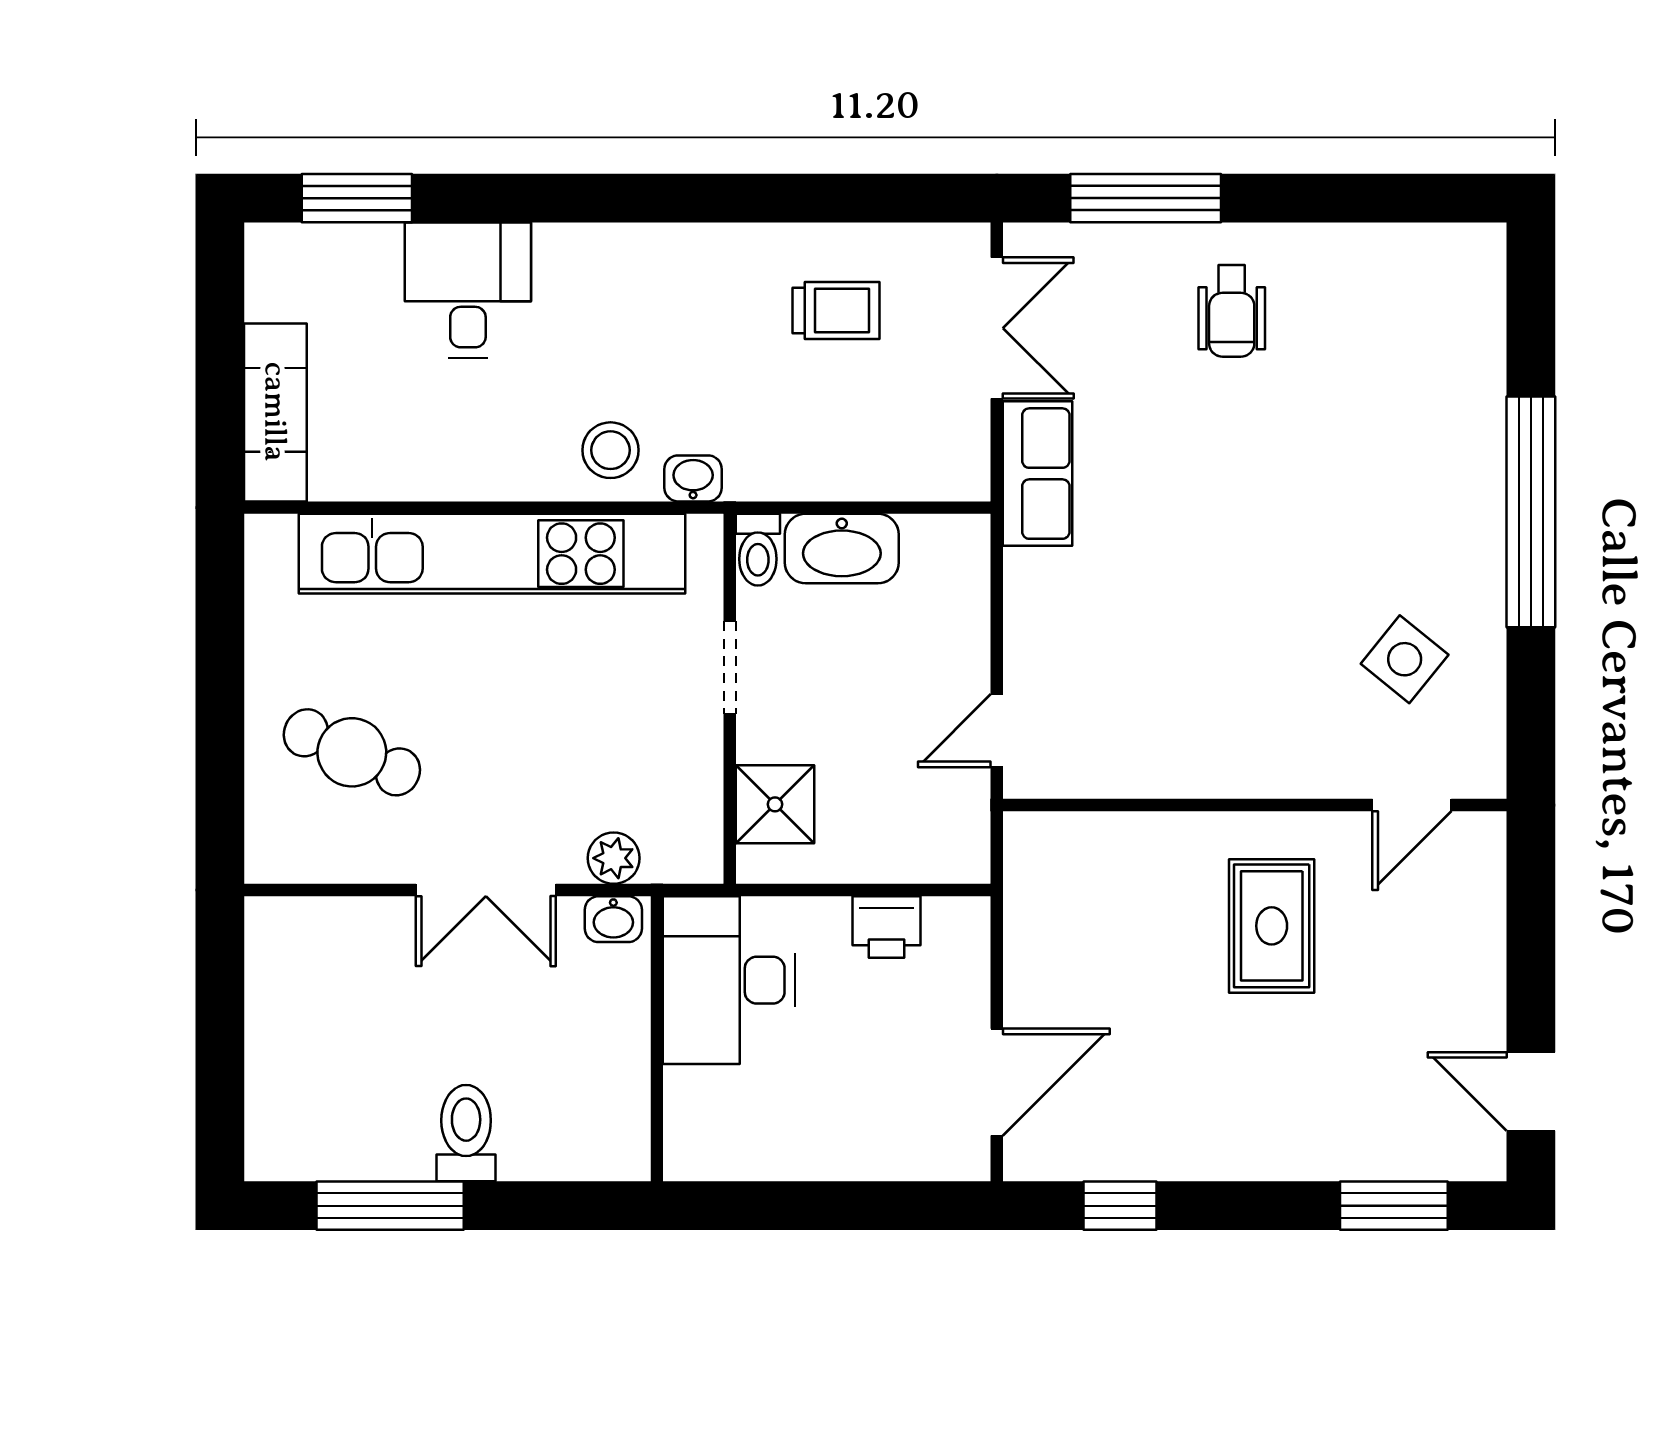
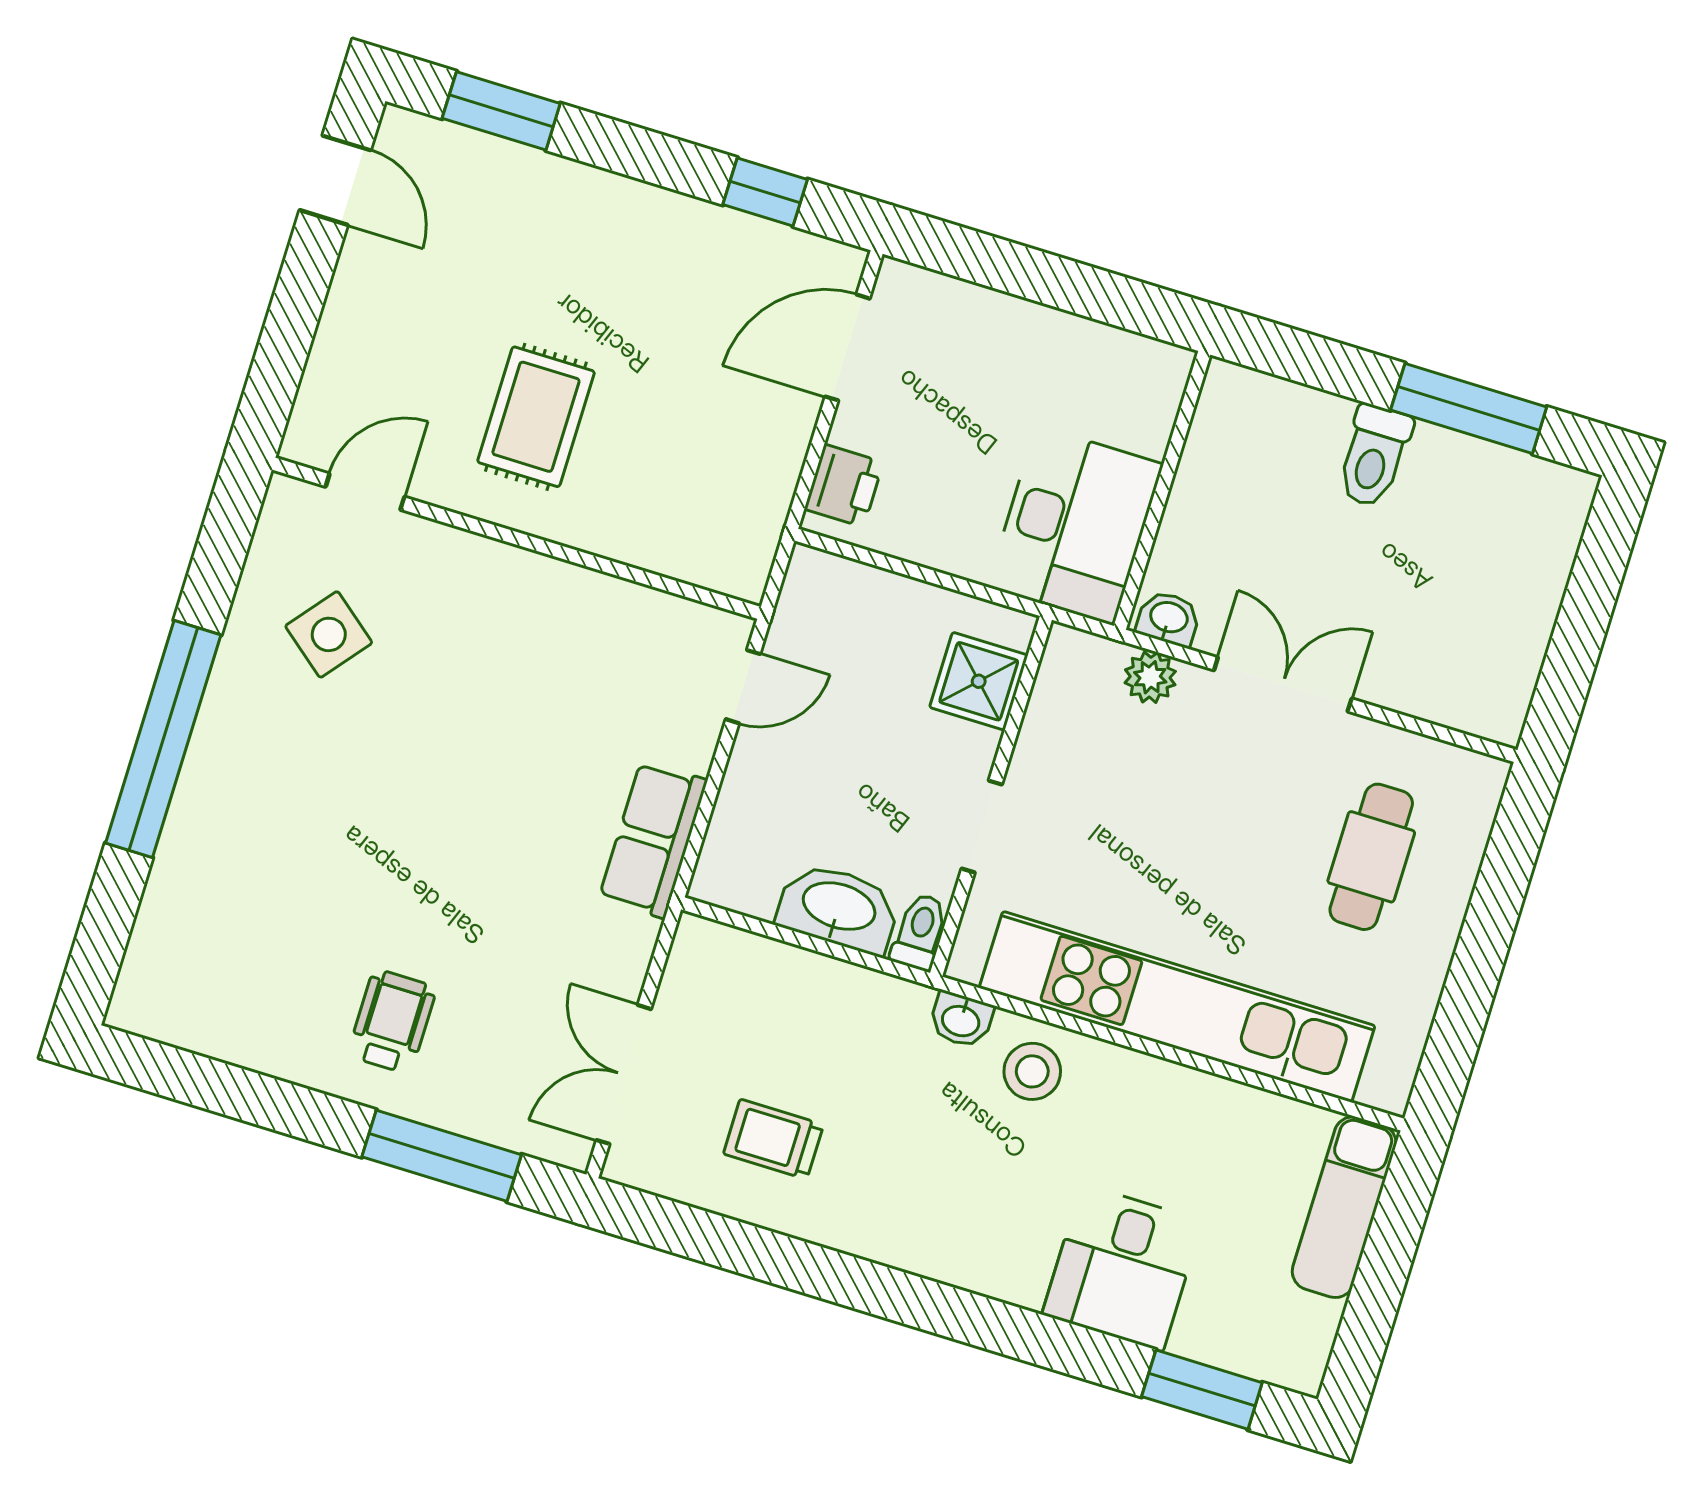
row of seats: (1038, 474) -> (653, 839), moved
cafe table: (352, 752) -> (1371, 857), turned 67
printer: (887, 927) -> (844, 486), moved, turned 90

